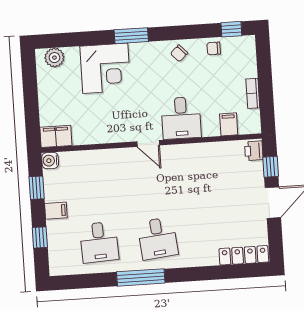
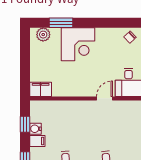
window: (131, 36) -> (61, 23), moved
door: (148, 143) -> (104, 98), swing flipped
water cooler: (50, 161) -> (36, 129), moved

